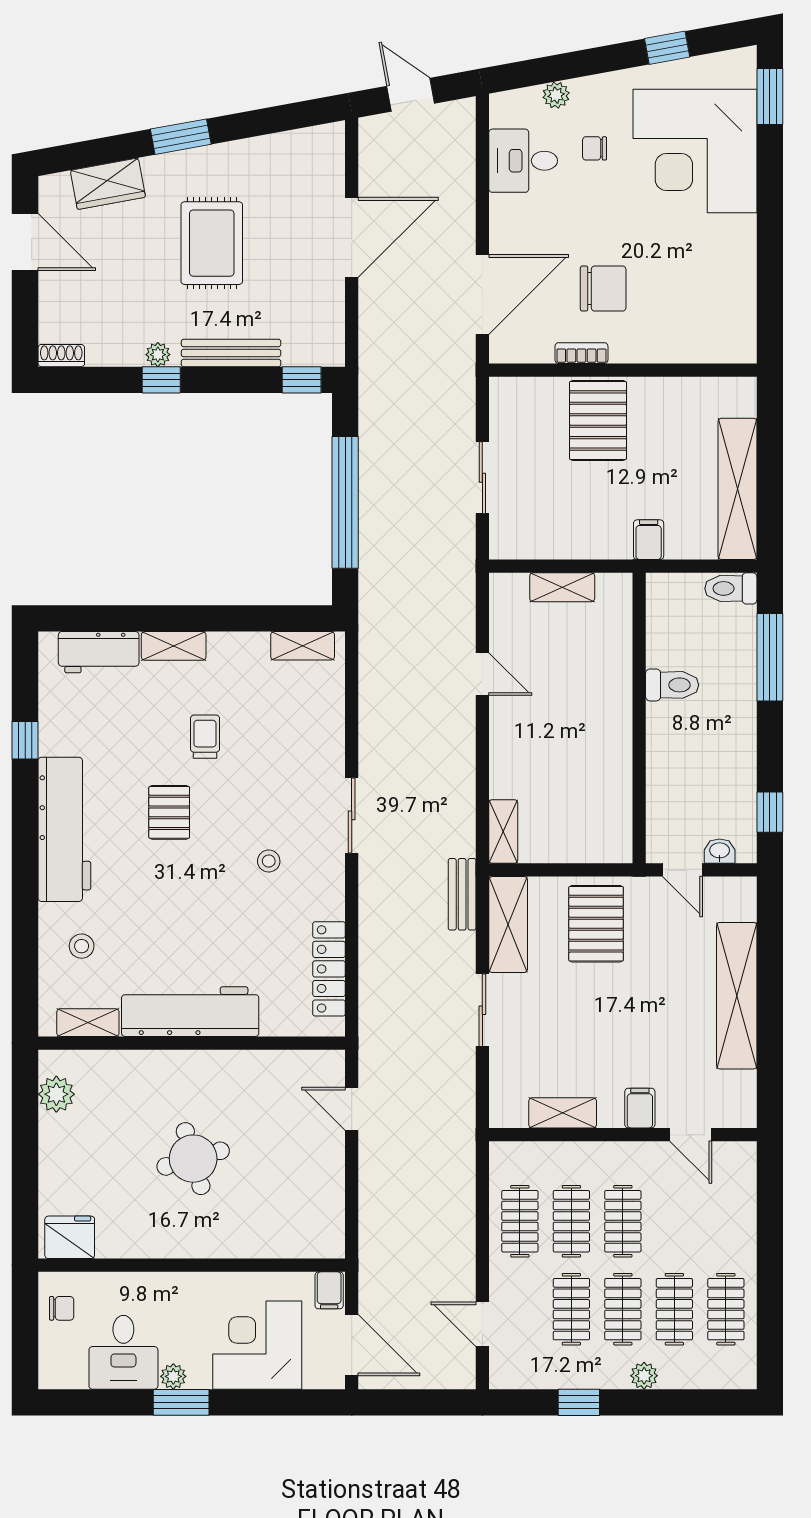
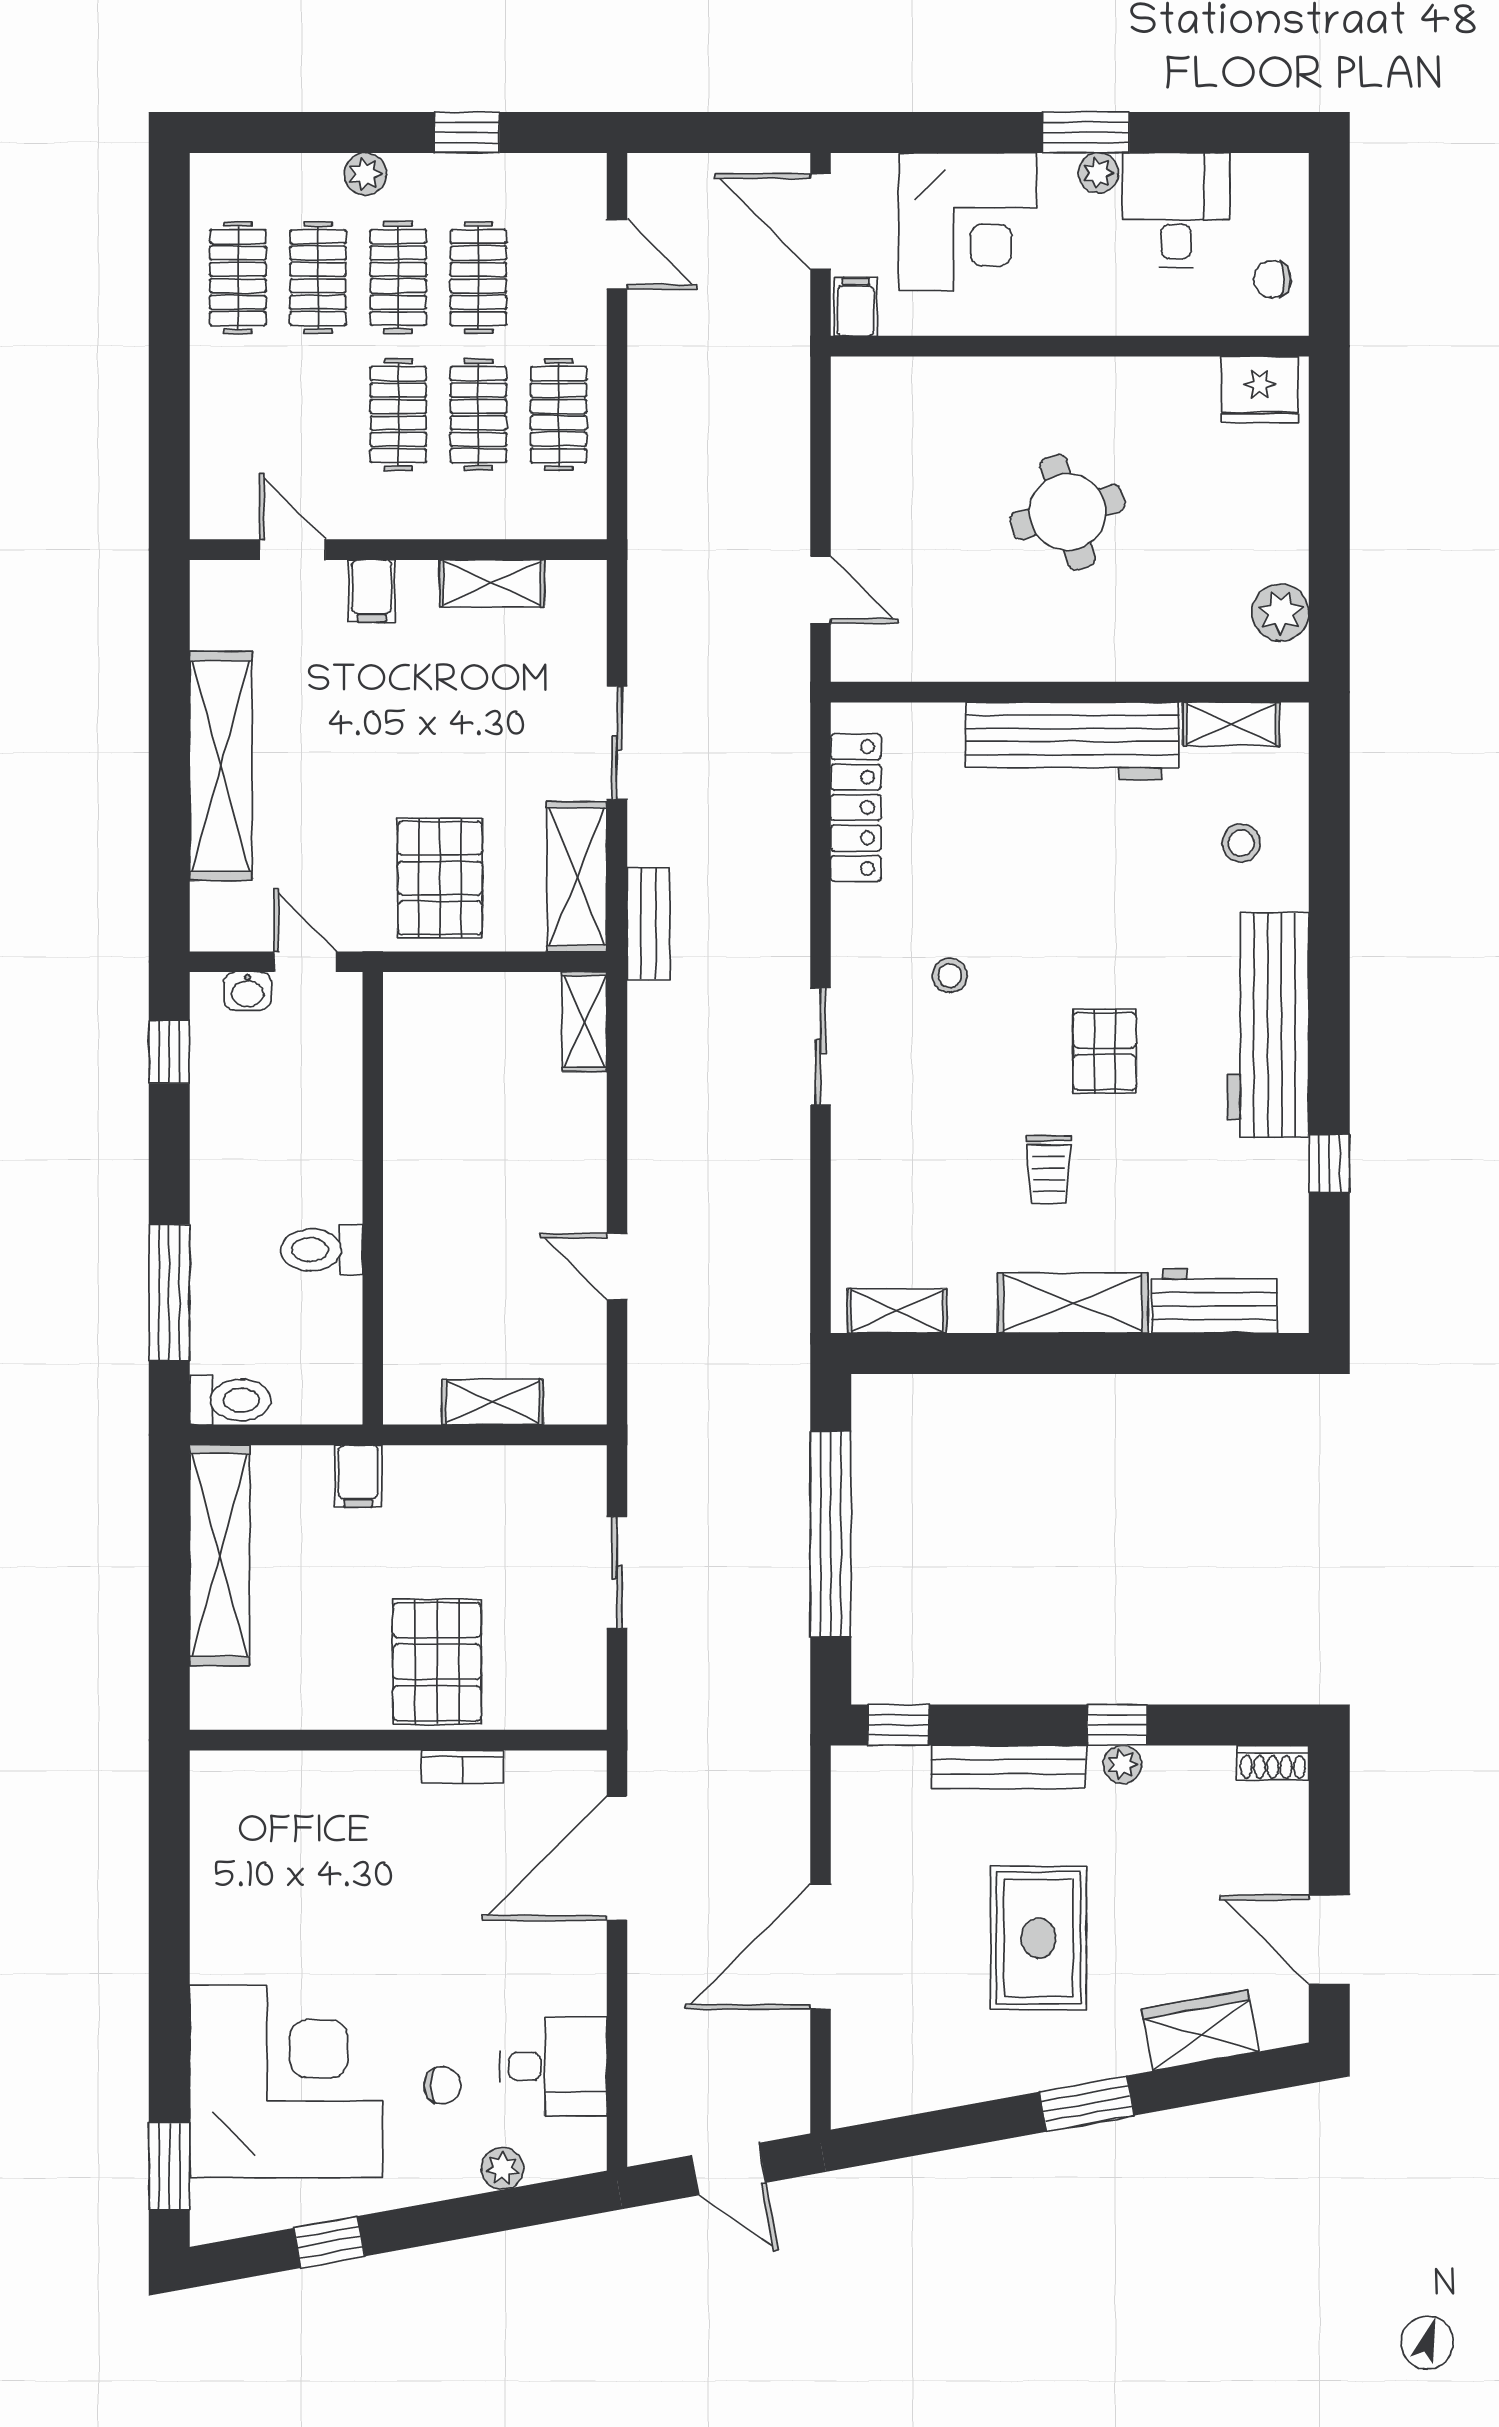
chair: (603, 289) -> (429, 1867), removed
shelving: (174, 646) -> (1073, 1303), width x1.50, depth x1.33

